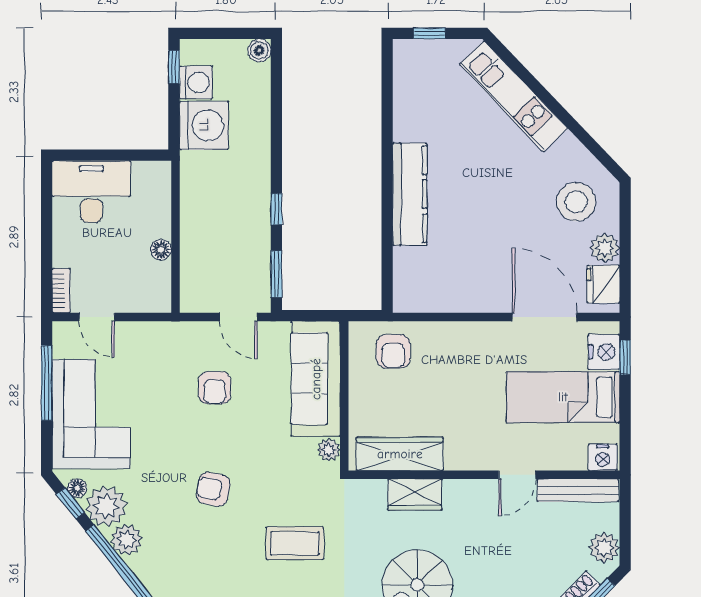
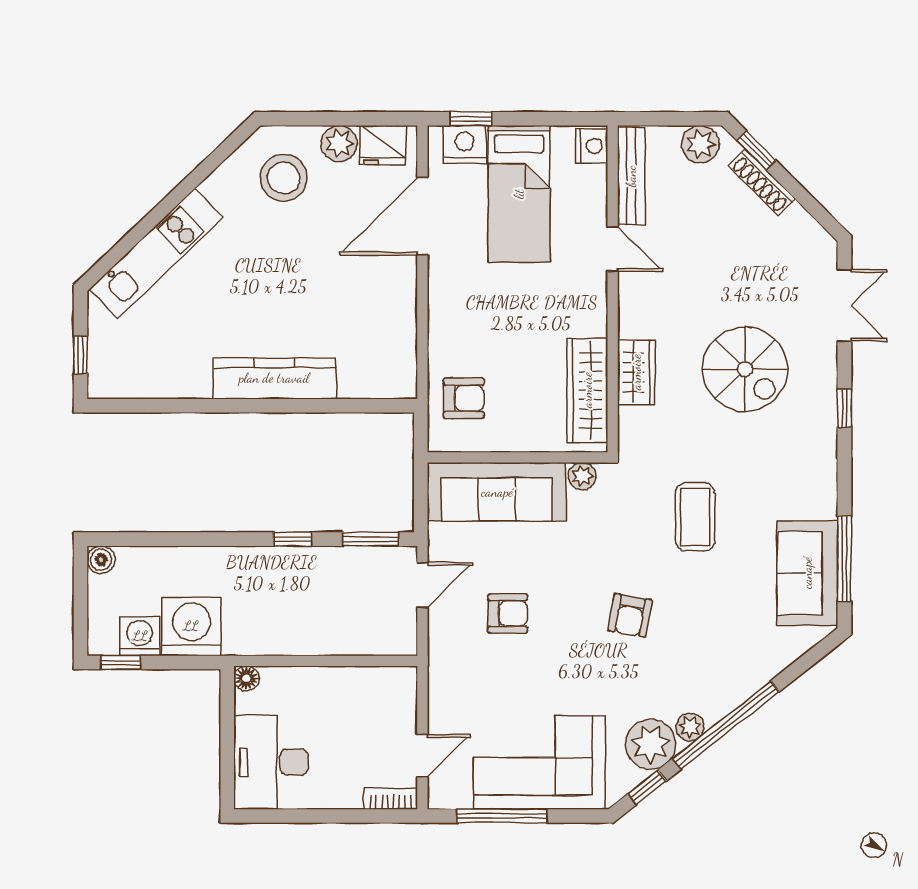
floor lamp: (161, 250) -> (246, 678), moved
floor lamp: (77, 488) -> (629, 779), removed
plant: (127, 540) -> (690, 727), width x0.73, depth x0.73

